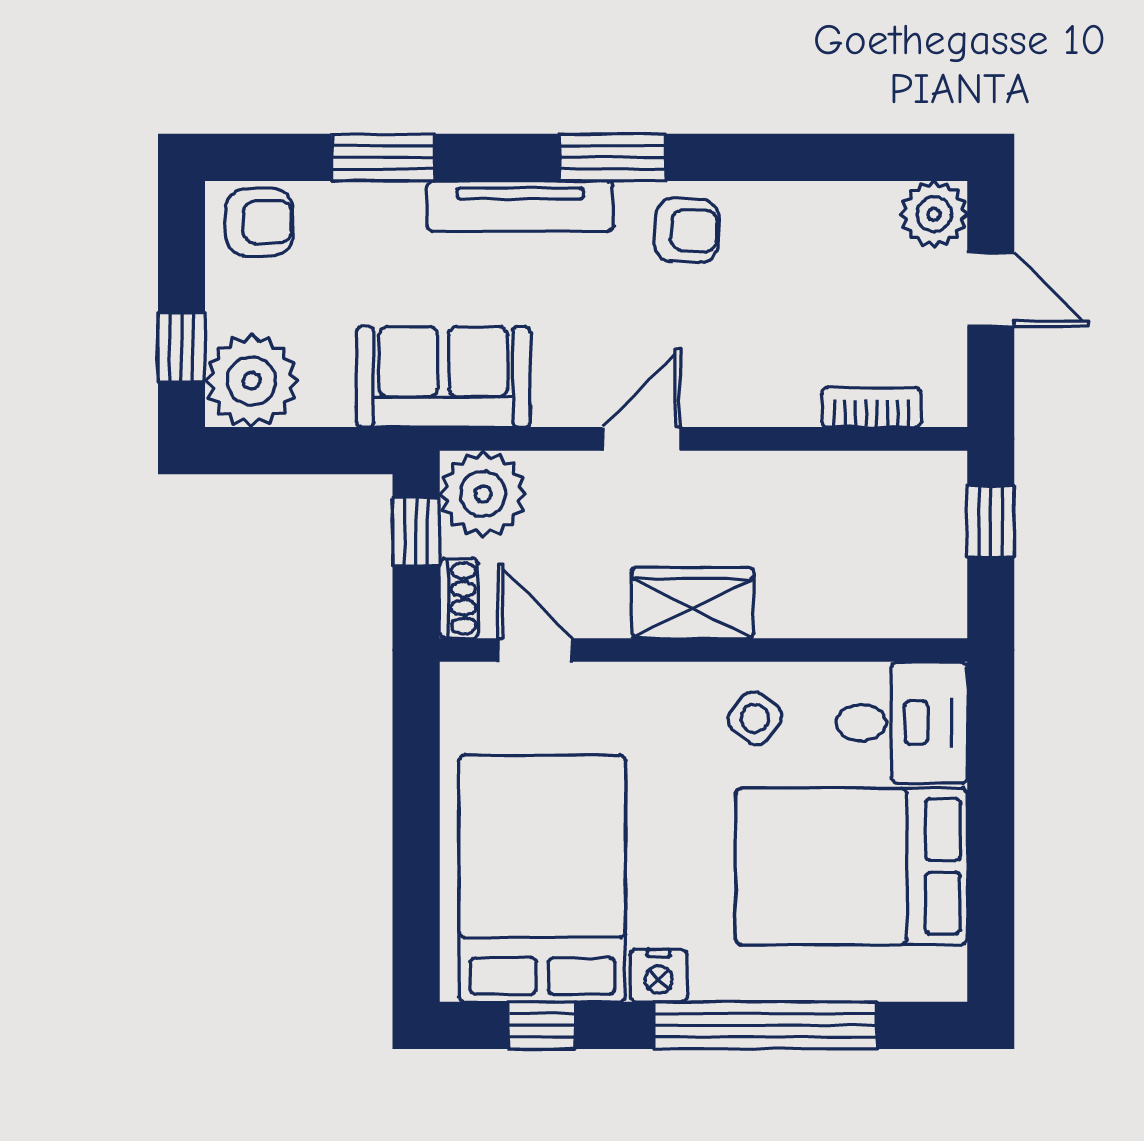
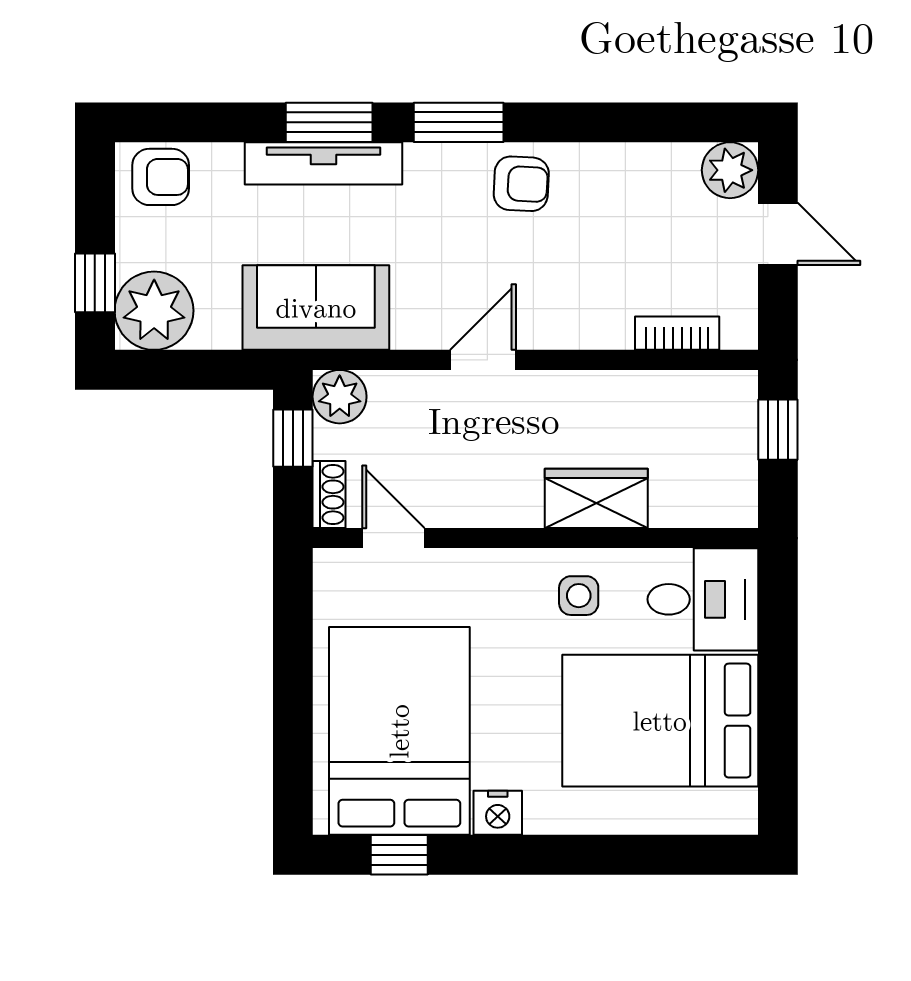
window: (383, 157) -> (329, 122), moved
tv unit: (520, 206) -> (324, 163), moved
plant: (483, 494) -> (340, 397), width x0.73, depth x0.73
wardrobe: (693, 603) -> (596, 498), moved
side table: (755, 718) -> (579, 596), turned -37
window: (765, 1025) -> (587, 855), removed

